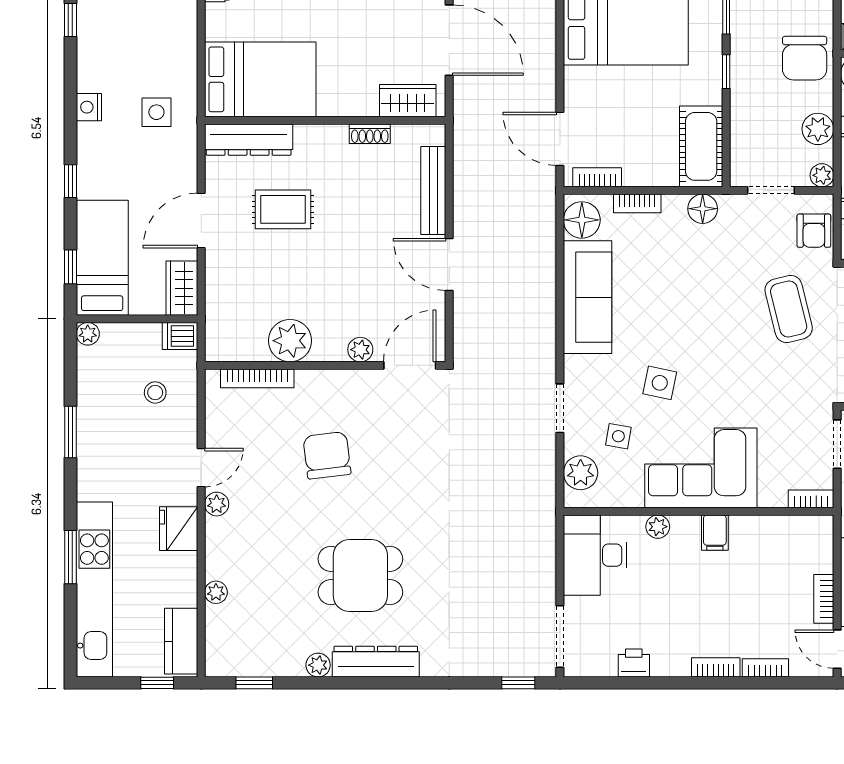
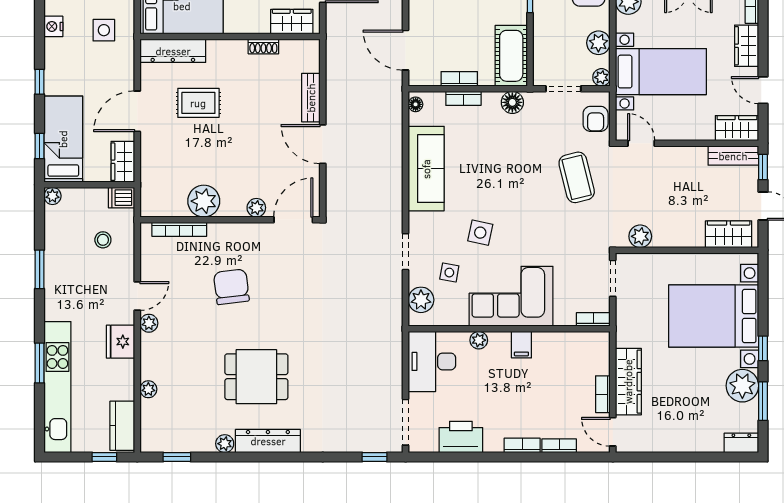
bookcase: (597, 177) -> (459, 79), moved
bench: (433, 191) -> (311, 98), width x0.73
floor lamp: (582, 220) -> (416, 104), width x0.53, depth x0.53
printer: (634, 663) -> (461, 437), width x1.87, depth x1.48

